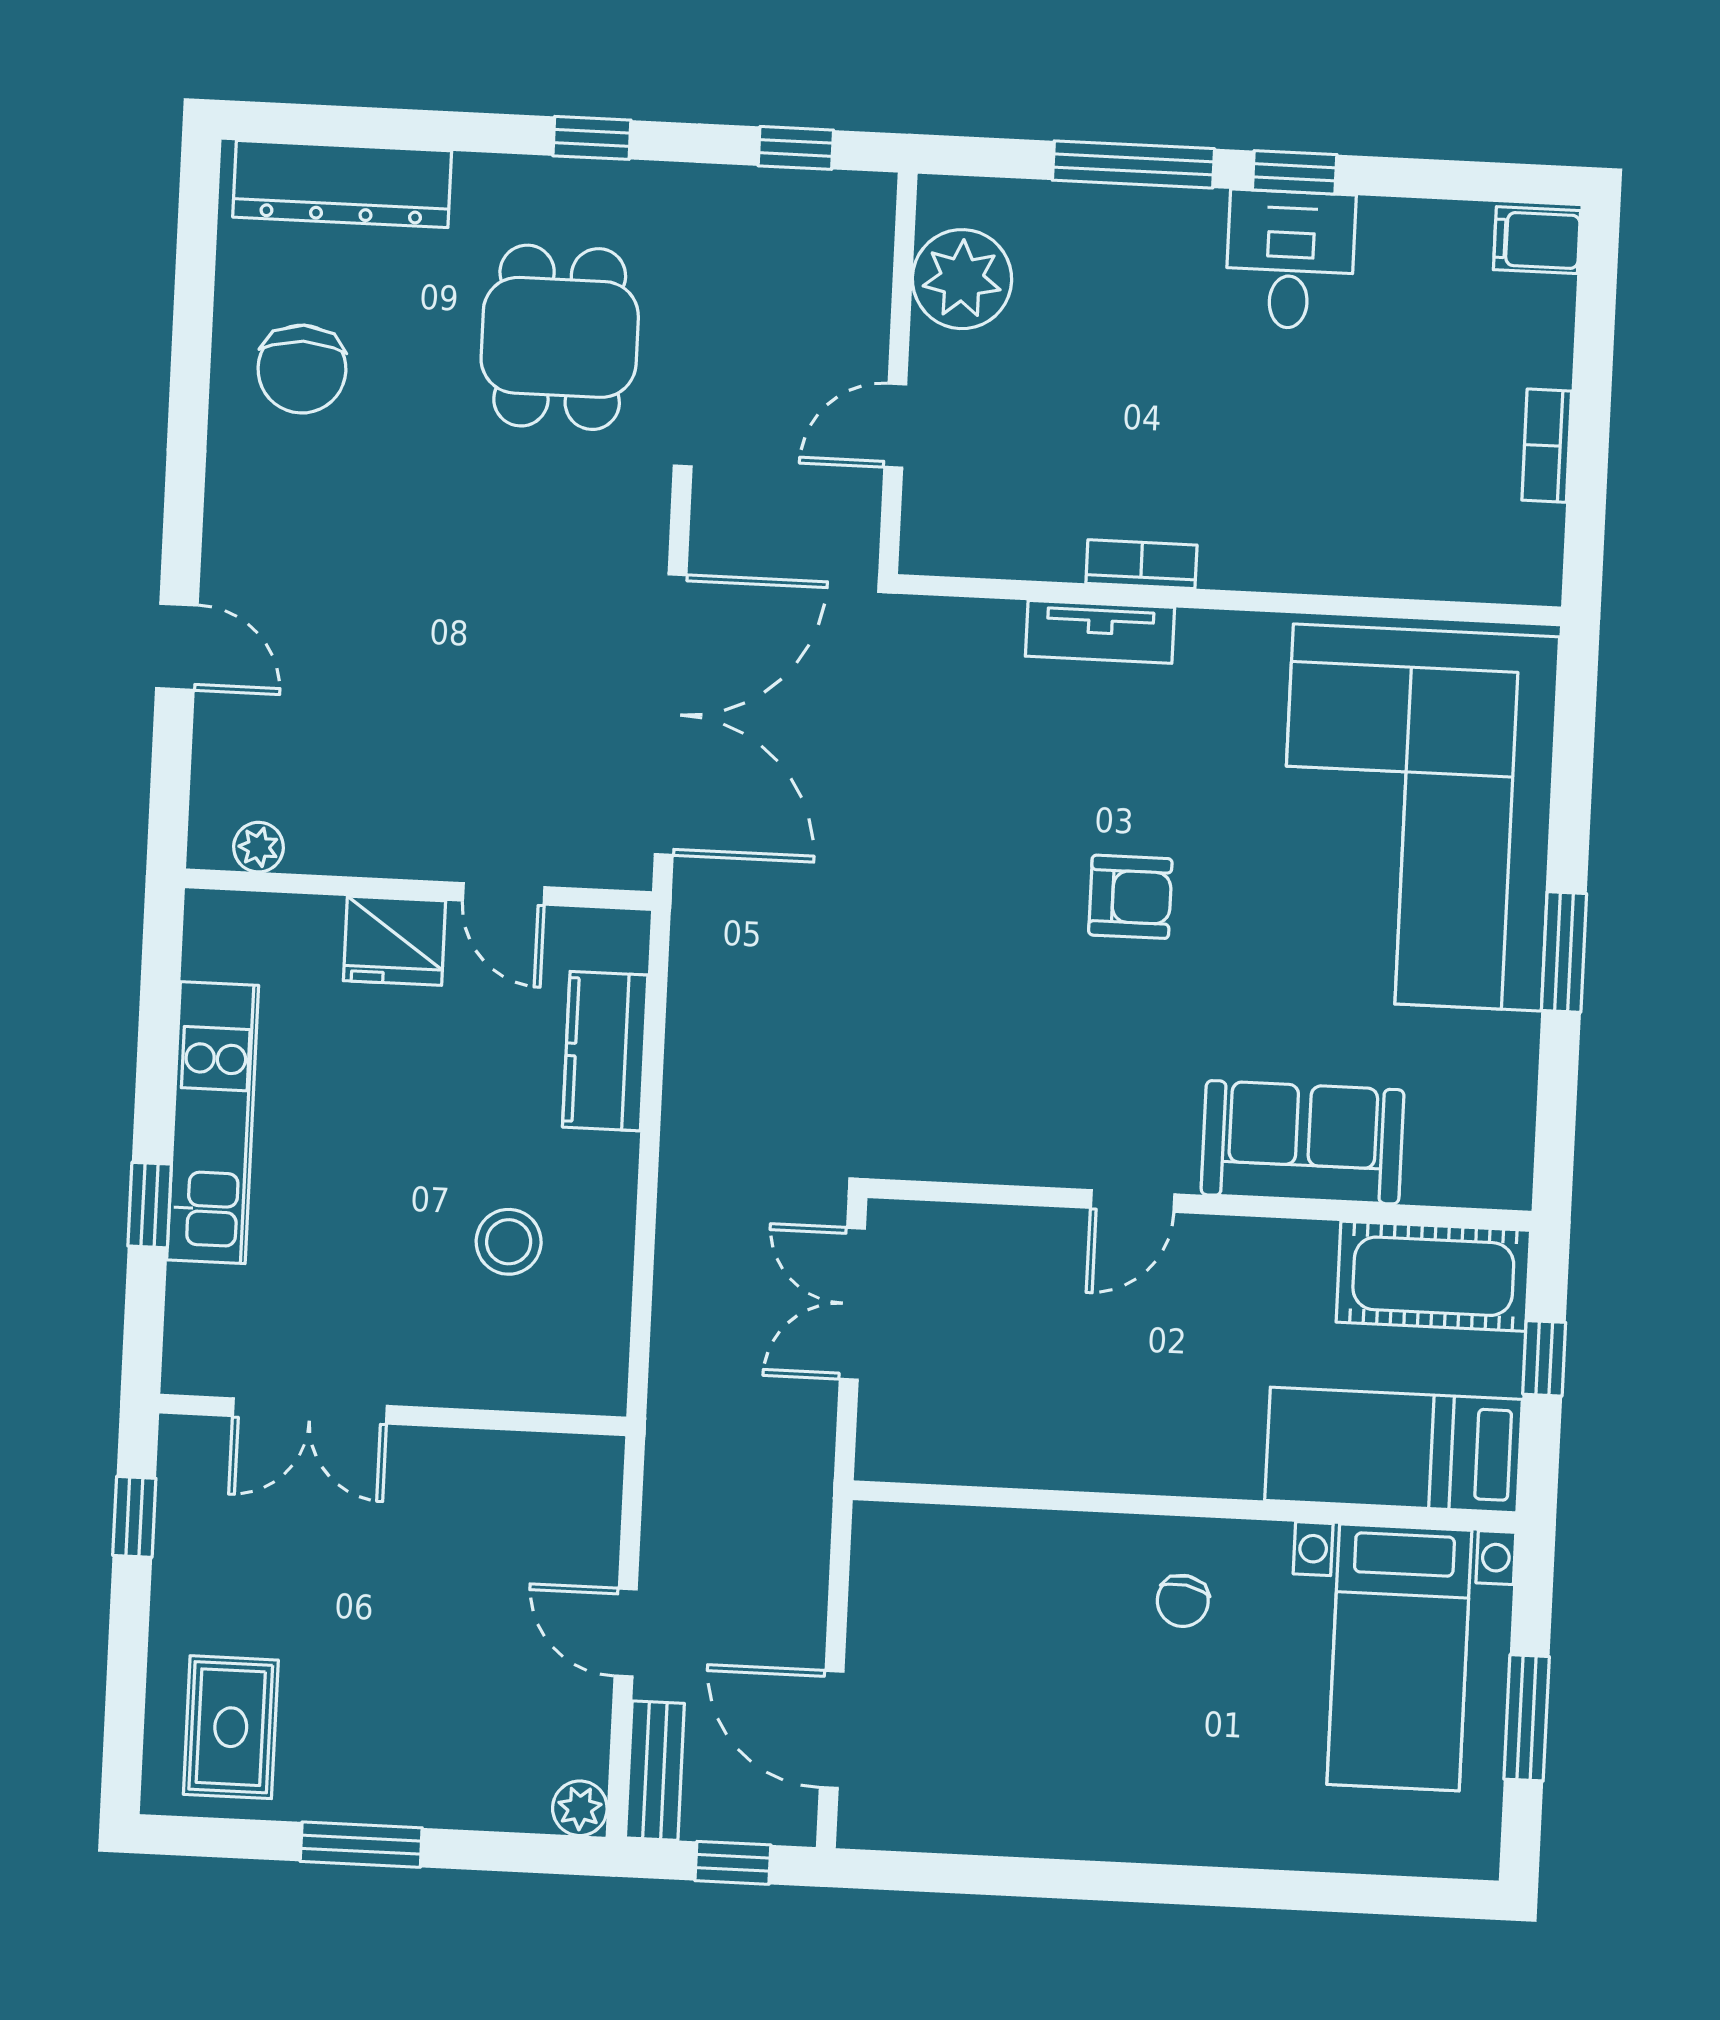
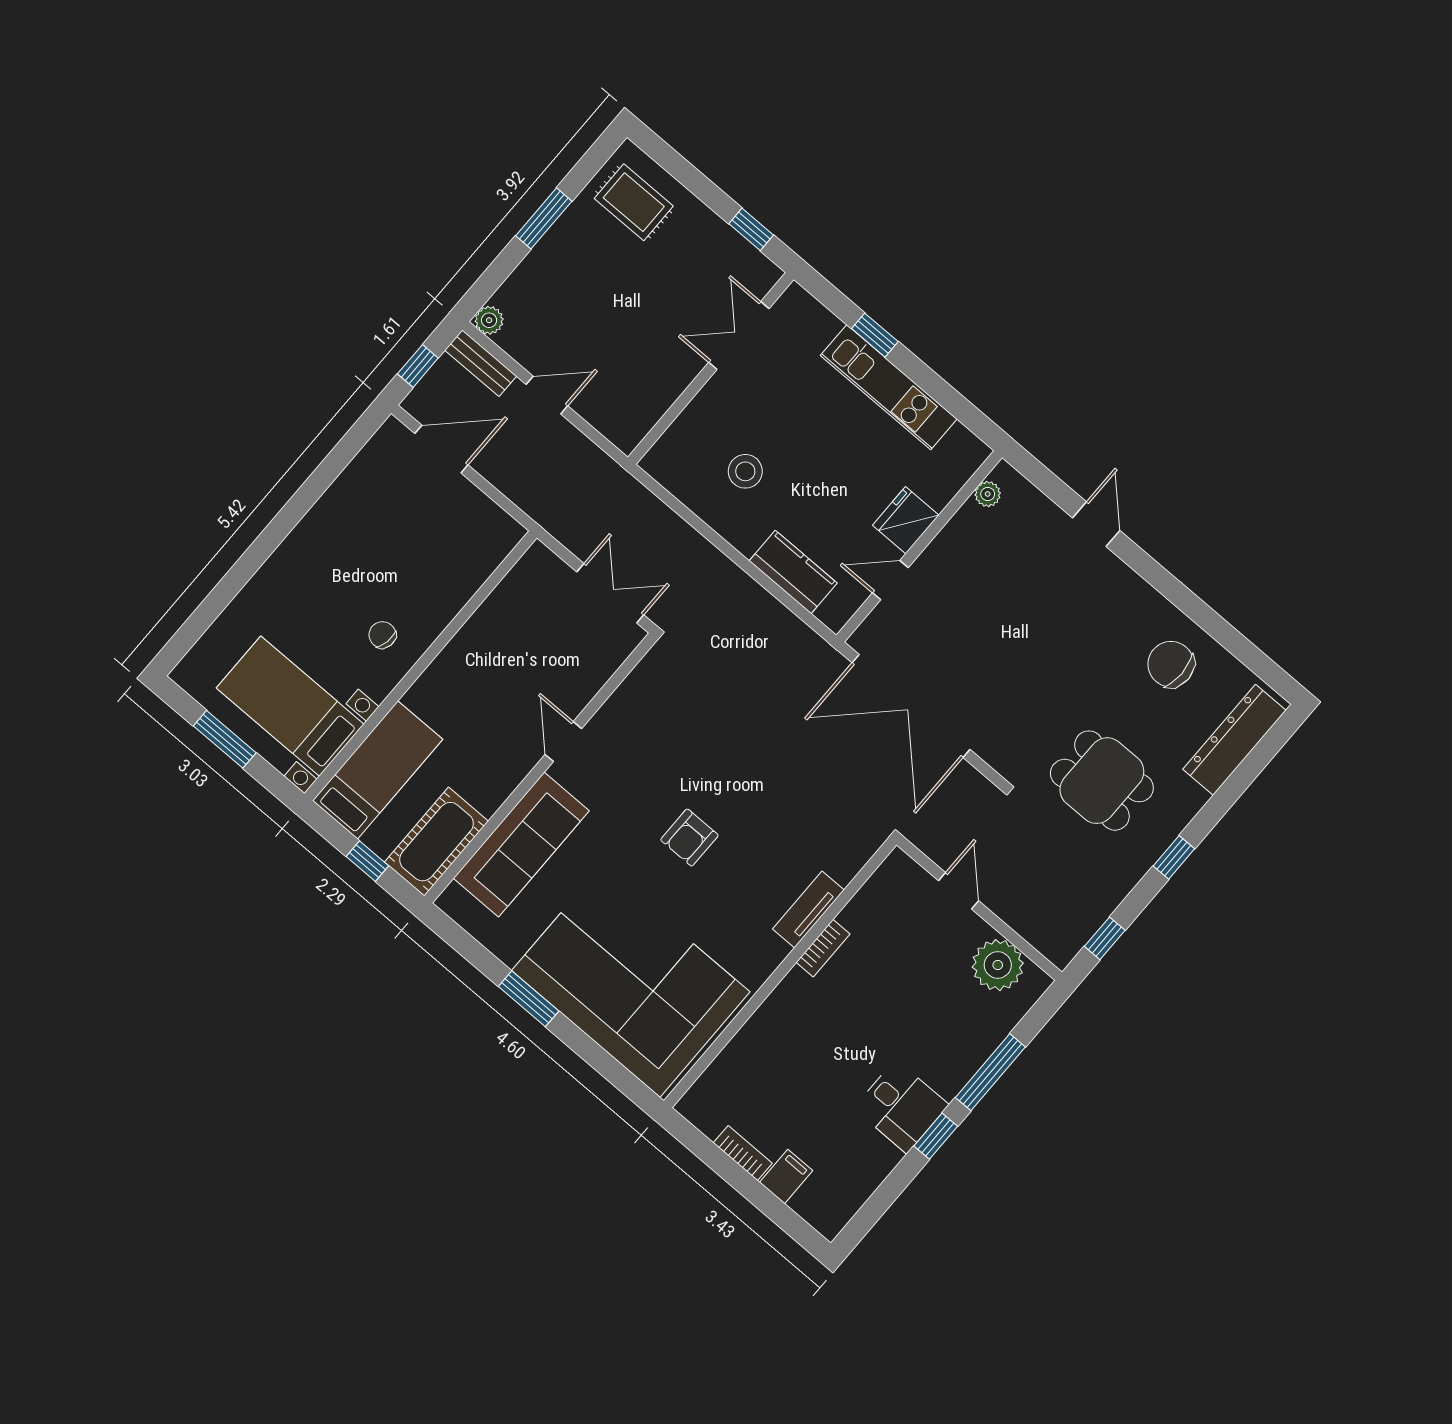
filing cabinet: (1537, 240) -> (786, 1176), moved
door: (177, 647) -> (1096, 524), swing flipped
sofa: (1303, 1142) -> (521, 844), width x1.36

